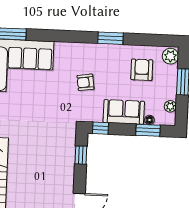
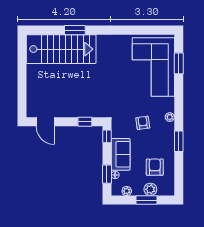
plant: (80, 48) -> (170, 117), added
plant: (170, 56) -> (150, 189), moved
armchair: (142, 70) -> (155, 167), turned -90

